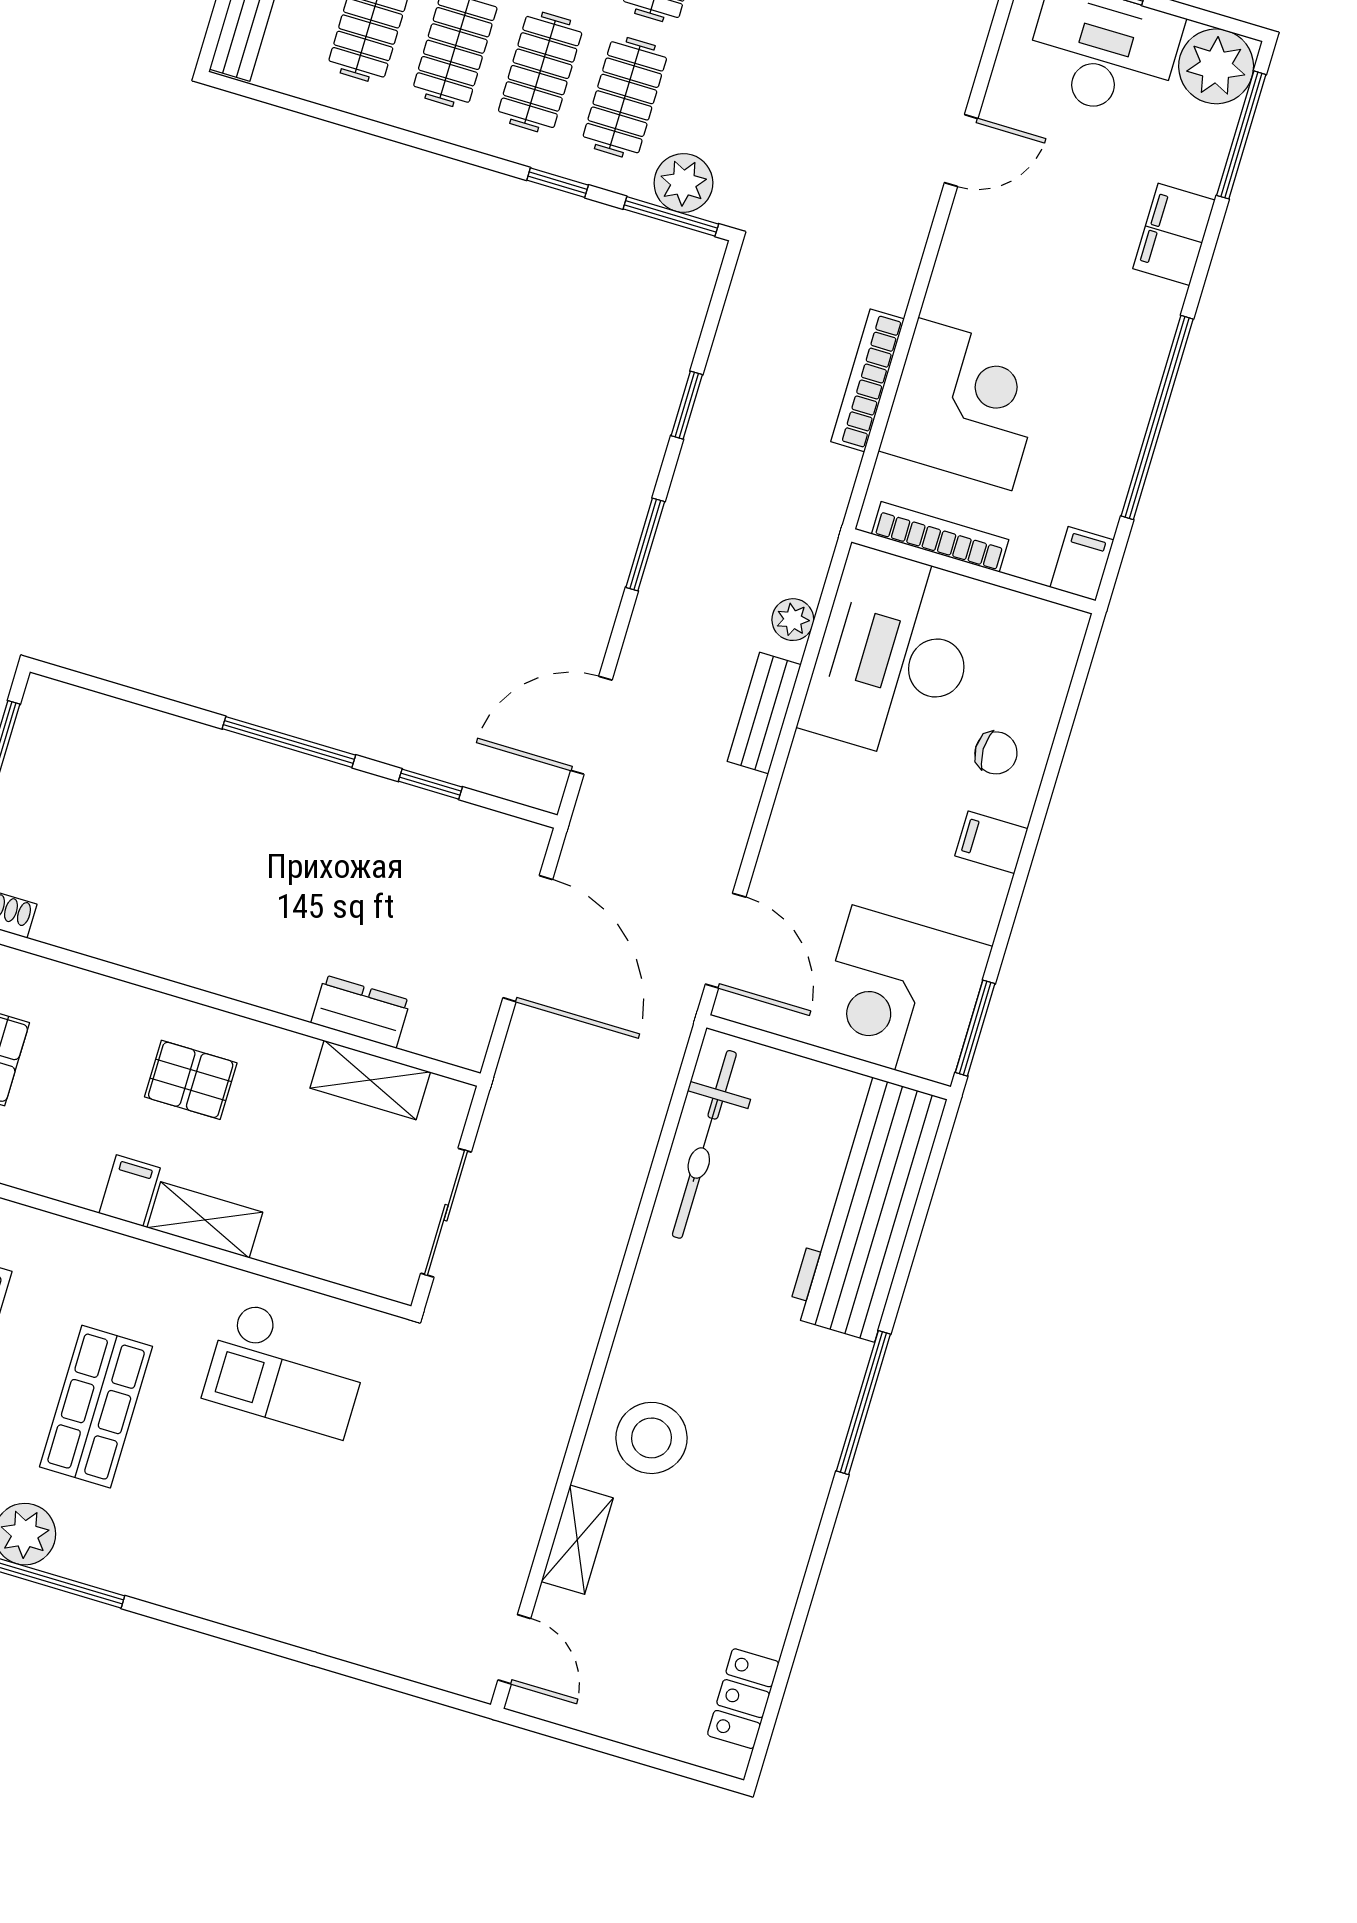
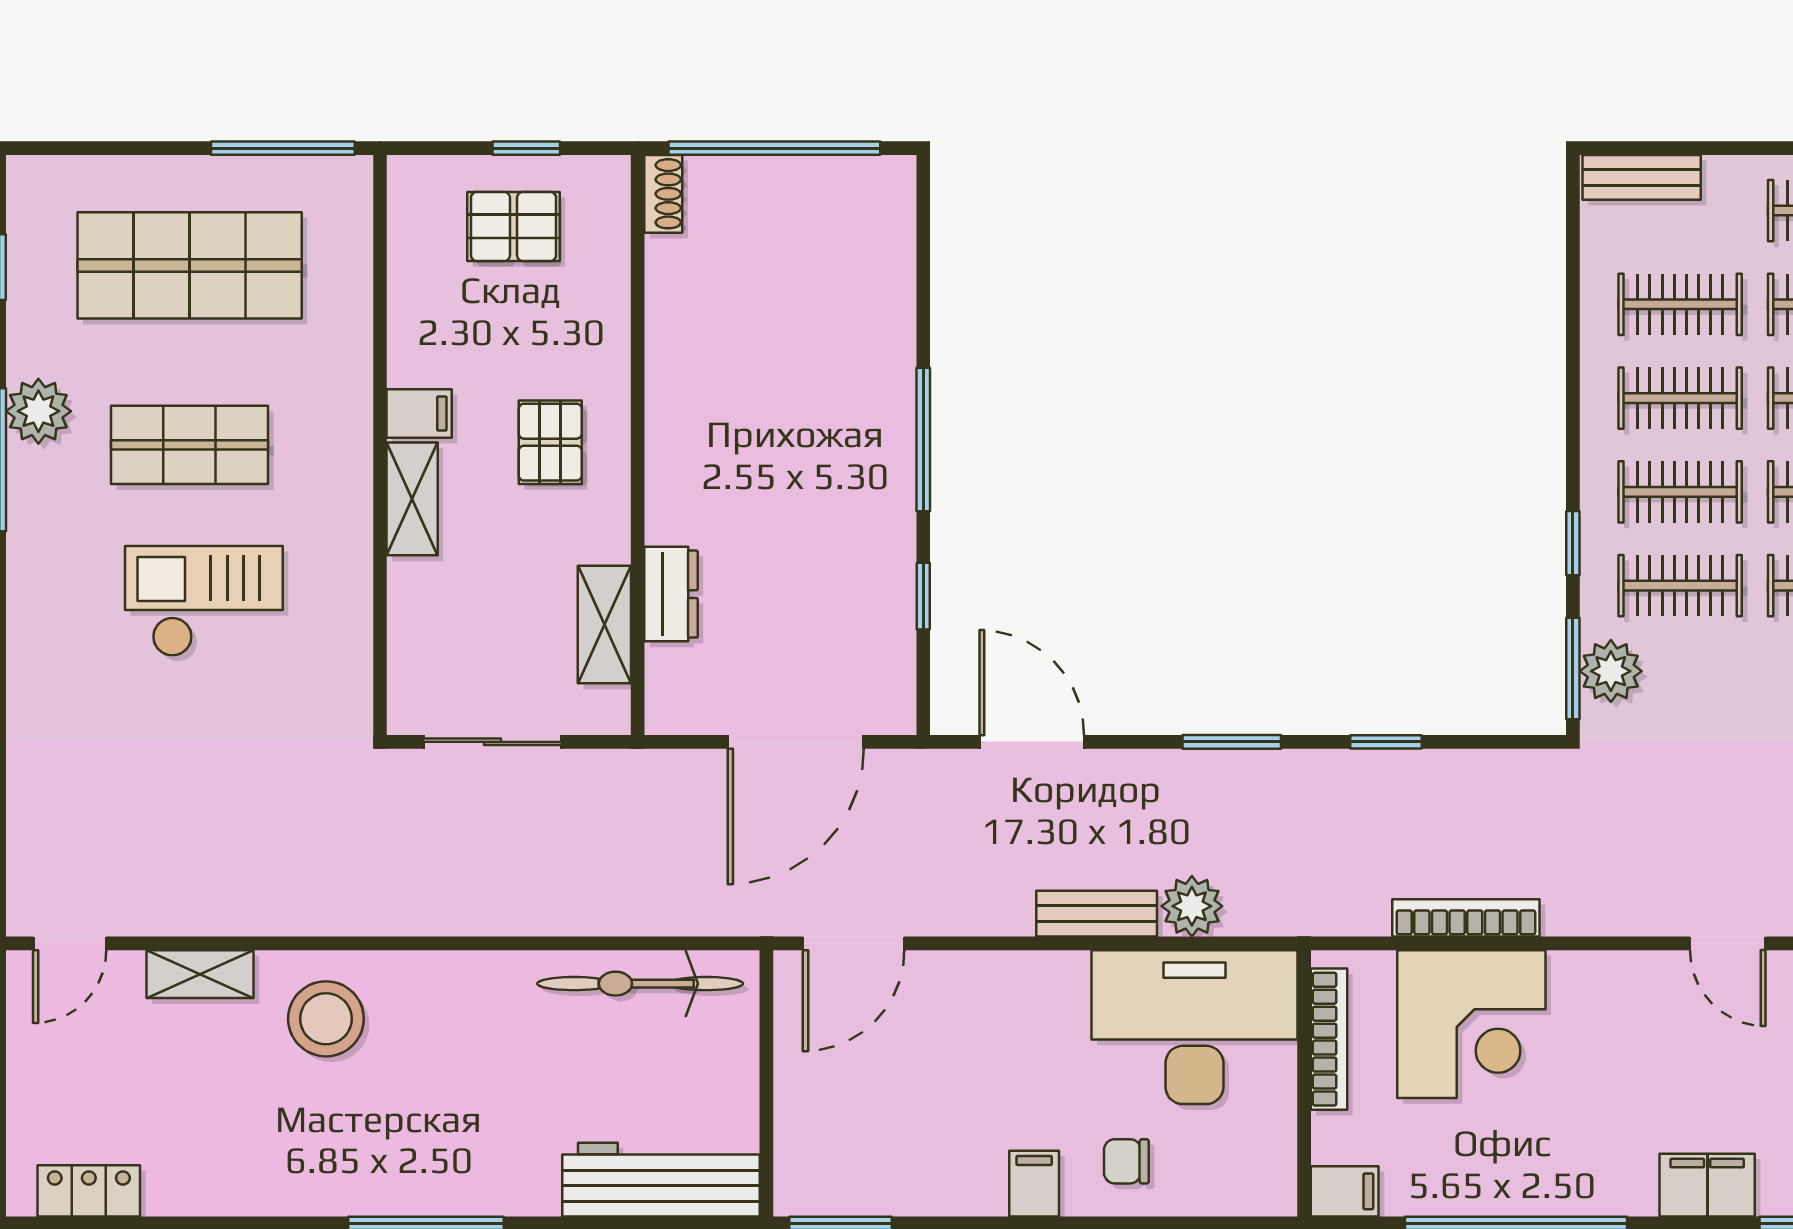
plant: (793, 620) -> (1192, 906), width x1.38, depth x1.38
chair: (996, 753) -> (1126, 1161), turned 90
corner desk: (902, 996) -> (851, 1139), removed
workbench: (867, 1208) -> (661, 1180), width x0.73, depth x0.76
checkout: (287, 1369) -> (204, 601), moved, turned 90

